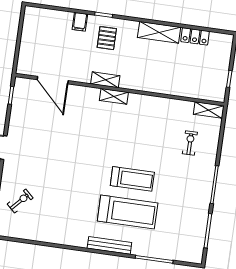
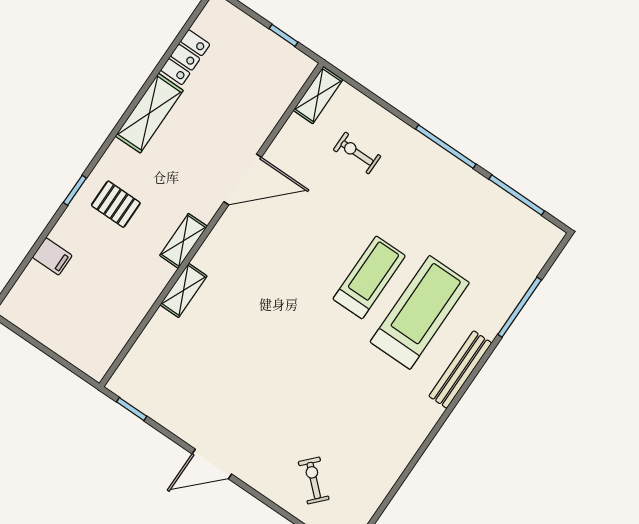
filing cabinet: (80, 22) -> (52, 256), moved
door: (53, 80) -> (243, 179), moved
shelving: (114, 96) -> (184, 290), moved

